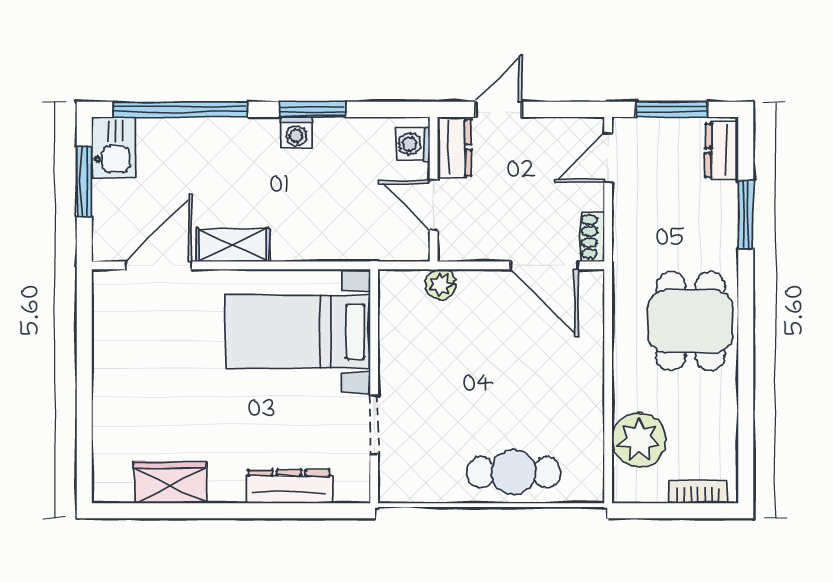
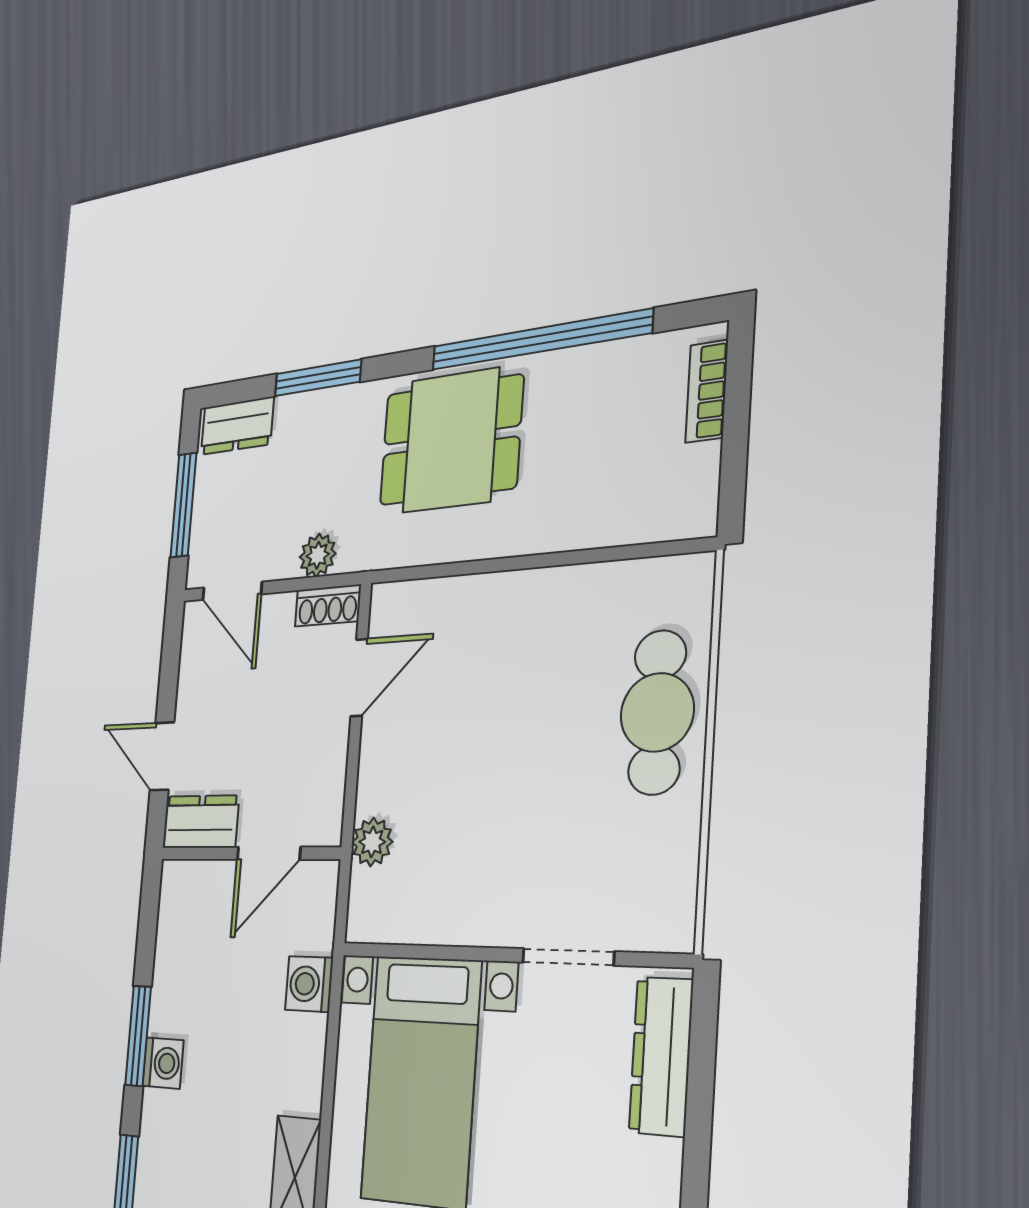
washing machine: (413, 144) -> (309, 984), moved, turned 90
door: (544, 265) -> (359, 678), width x0.73
window: (746, 380) -> (539, 340), added
plant: (639, 440) -> (318, 555), moved, width x0.53, depth x0.53
dresser: (289, 486) -> (661, 1056), moved

